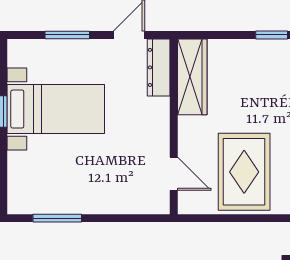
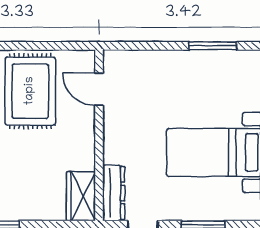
wardrobe: (192, 77) -> (81, 196), width x0.67

